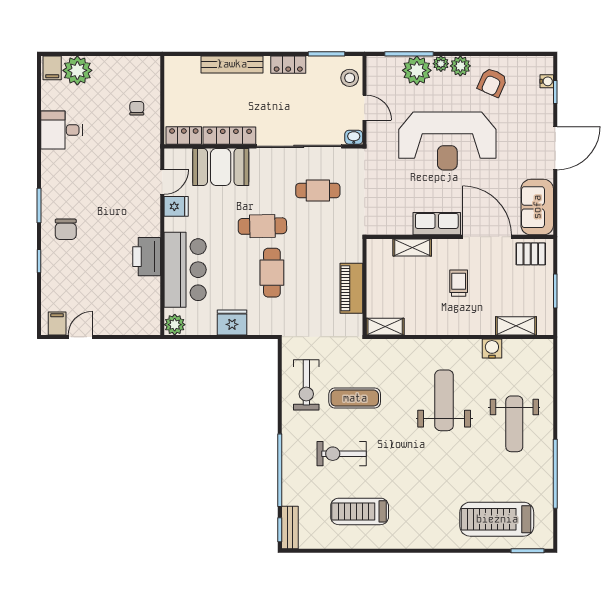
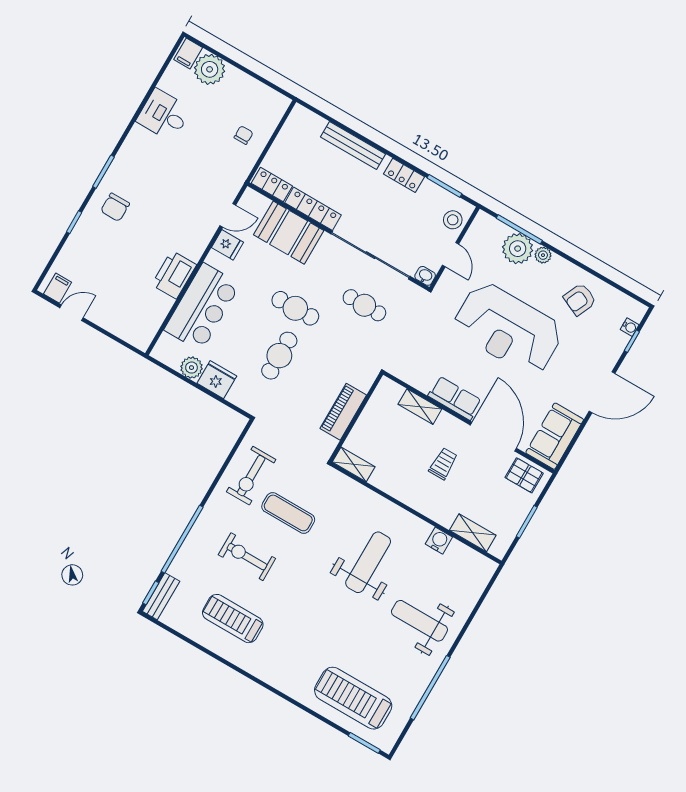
plant: (460, 66) -> (560, 268), removed
plant: (175, 325) -> (191, 368), moved
weight bench: (514, 424) -> (419, 621), turned 90

